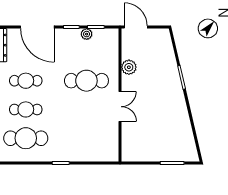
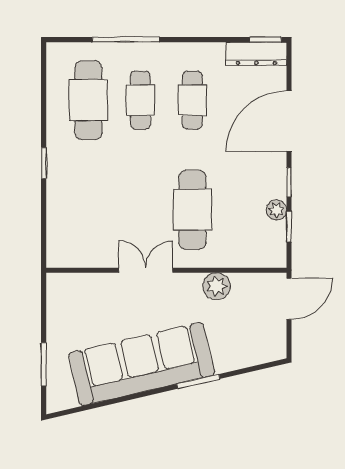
double door: (120, 107) -> (146, 270), swing flipped
sofa: (172, 109) -> (142, 364), added

